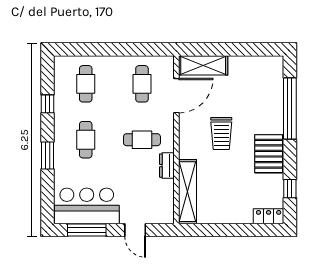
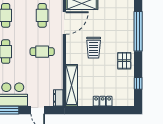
pallet: (269, 154) -> (124, 61), width x0.67, depth x0.71
dresser: (167, 166) -> (58, 98), moved
locker: (269, 216) -> (103, 101), moved

